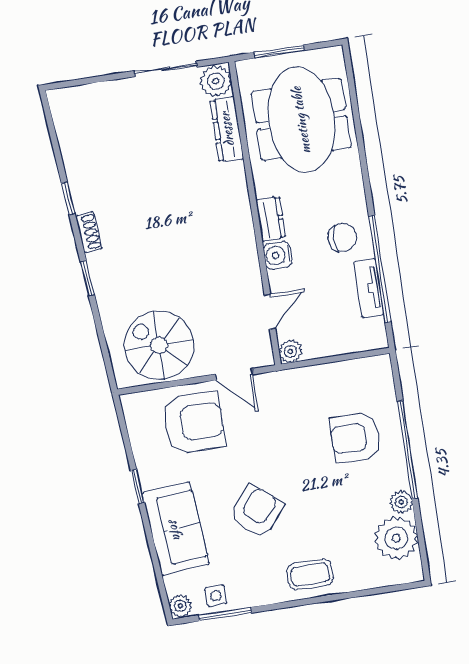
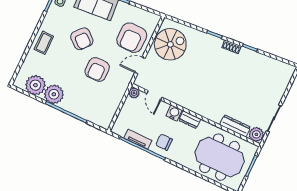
chair: (342, 238) -> (164, 142), turned 90
armchair: (355, 438) -> (97, 69), moved, turned 180
plant: (401, 502) -> (54, 94), width x1.88, depth x1.88

